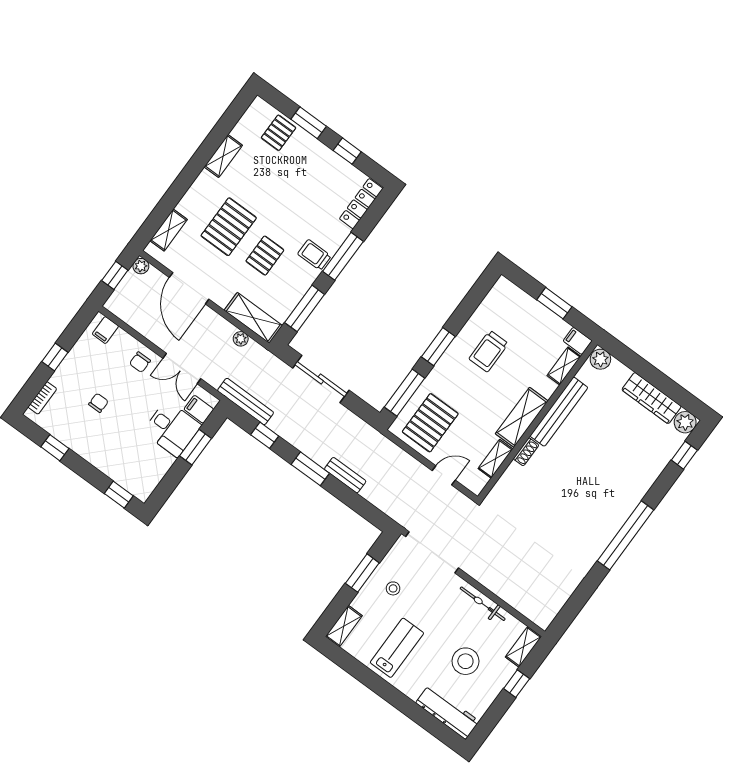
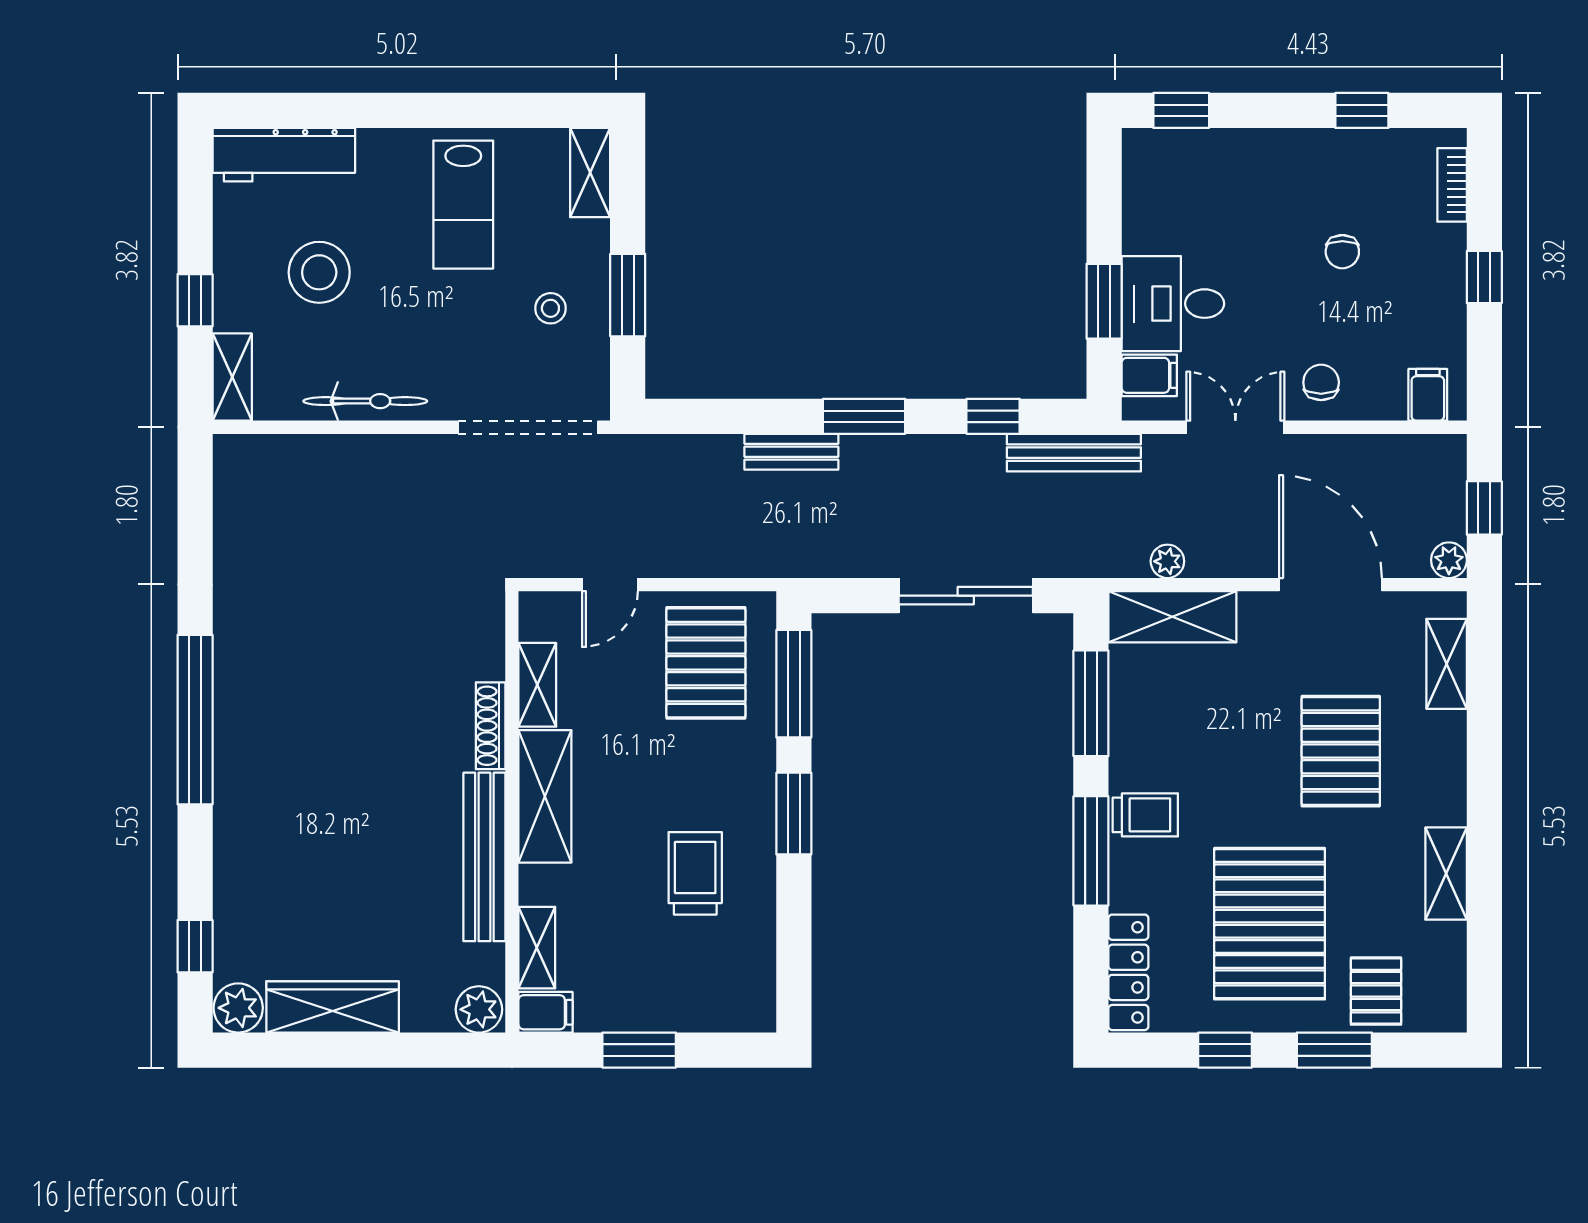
pallet: (265, 256) -> (1270, 924), moved, width x2.05, depth x2.00
shoe rack: (526, 452) -> (491, 726), width x1.43

